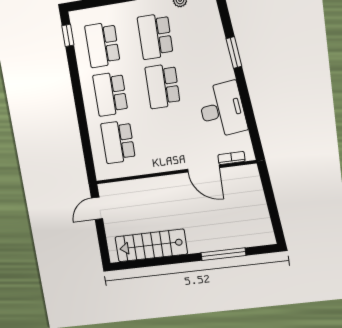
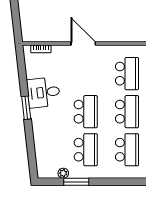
window: (234, 53) -> (26, 108), moved
desk: (222, 110) -> (44, 92), width x0.73
door: (204, 169) -> (83, 44), moved

